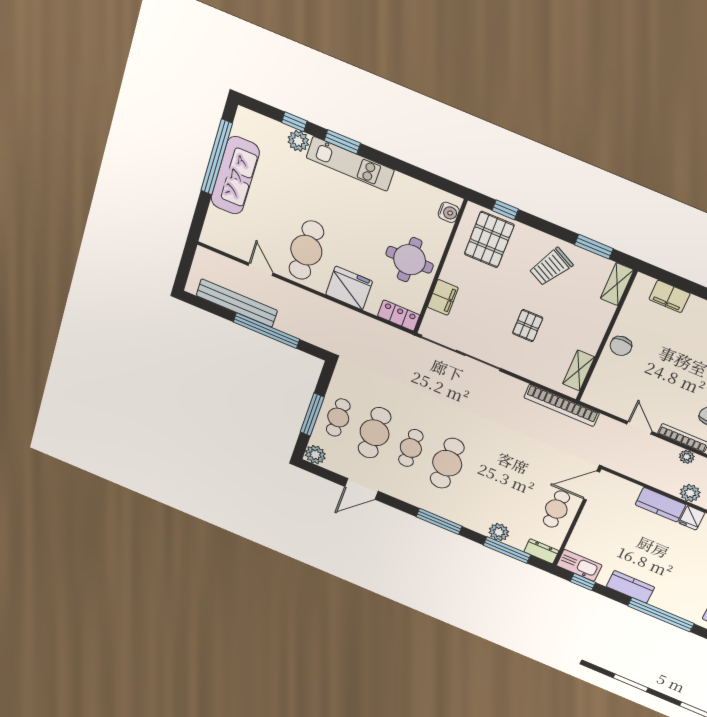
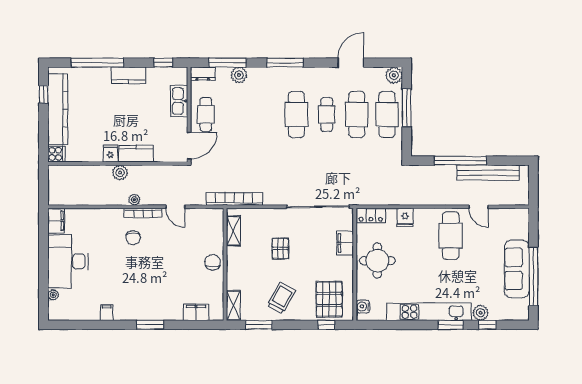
kitchen unit: (350, 164) -> (429, 312), width x1.36
fridge: (349, 288) -> (405, 218), width x0.53, depth x0.75
cafe table: (338, 418) -> (387, 114), width x1.37, depth x1.35
kitchen sink: (579, 565) -> (179, 101), moved, turned 90

